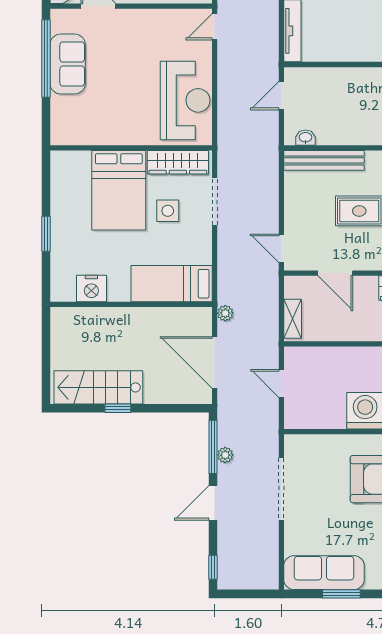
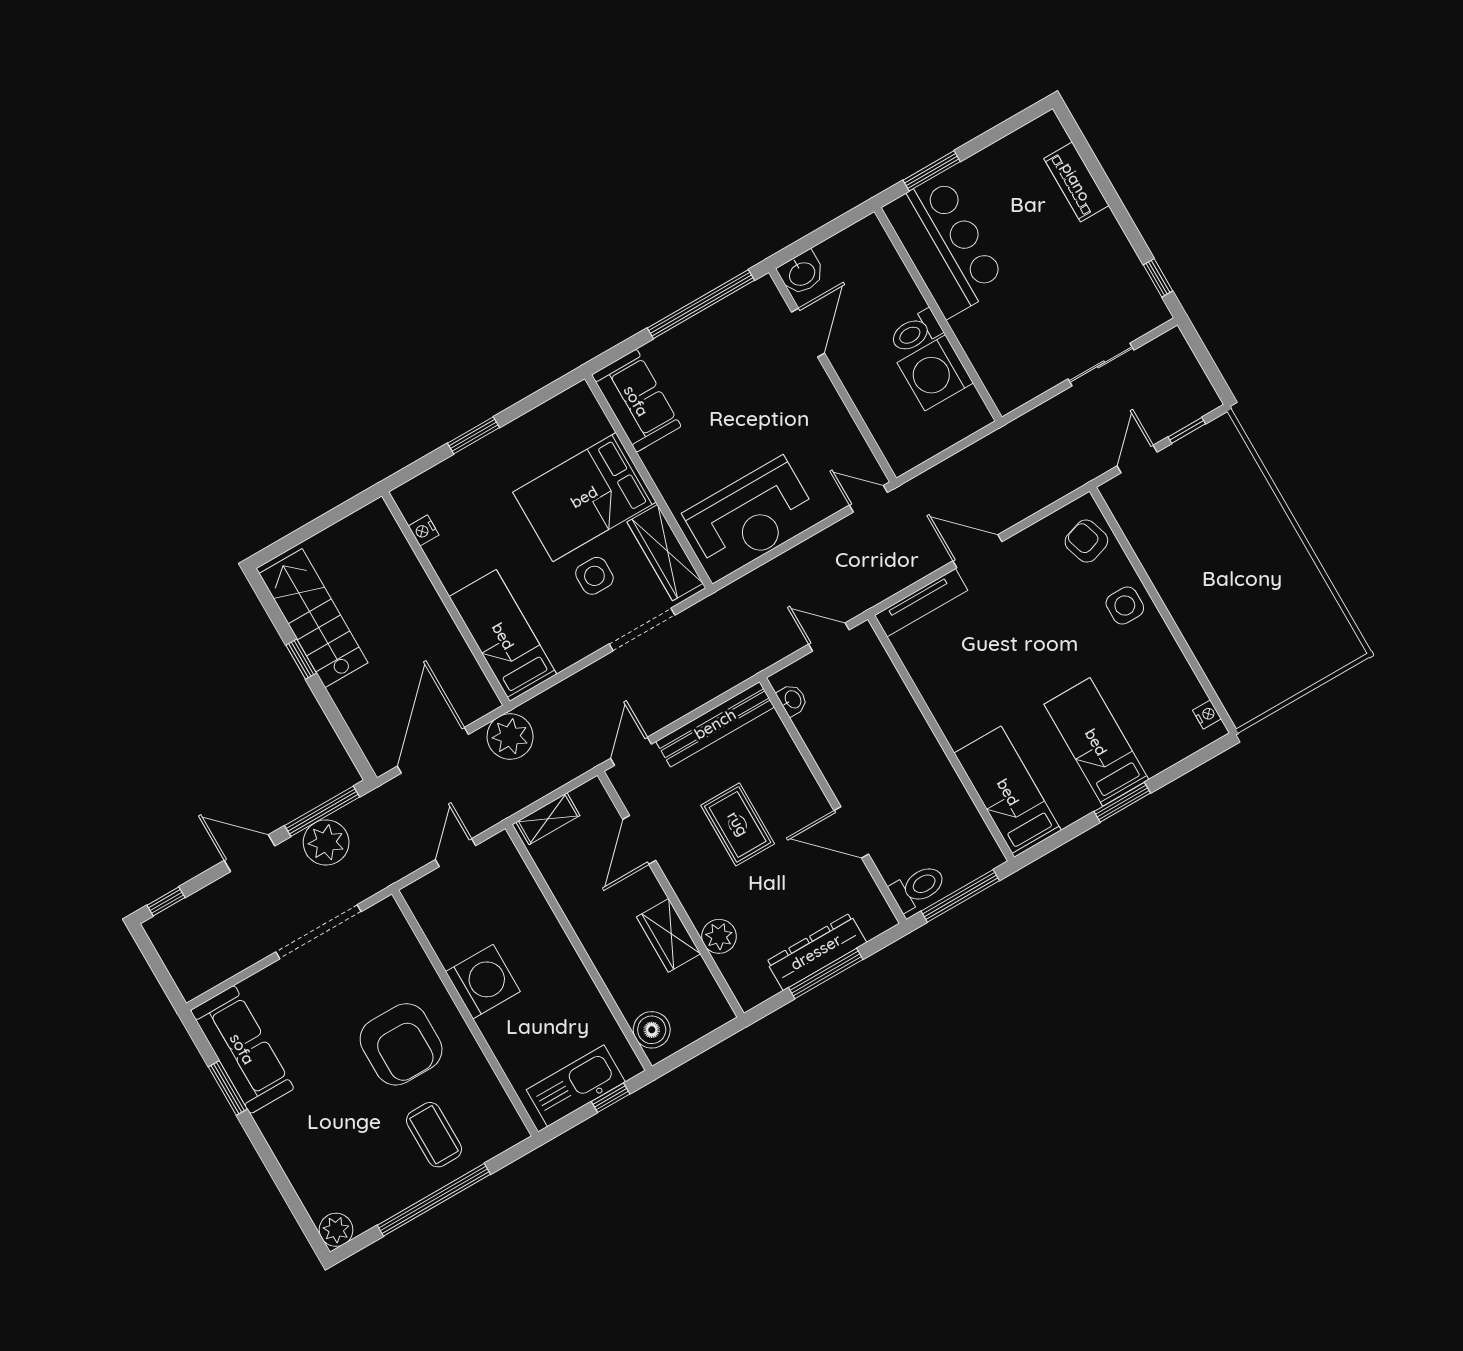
sofa: (68, 64) -> (636, 401), moved, turned -90
bench: (324, 160) -> (715, 724), moved, turned 90
nightstand: (91, 289) -> (424, 530), width x0.53, depth x0.56
plant: (225, 313) -> (510, 736), width x1.88, depth x1.88
plant: (225, 455) -> (326, 842), width x1.87, depth x1.87

